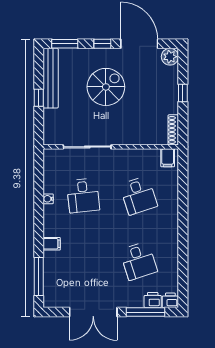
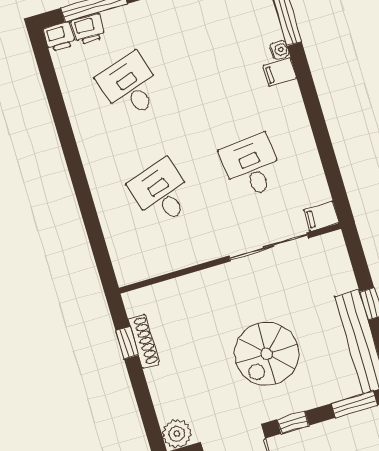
window: (183, 93) -> (127, 343), moved
shoe rack: (173, 130) -> (144, 341), moved
filing cabinet: (168, 158) -> (321, 216), moved, turned -90
water cooler: (48, 199) -> (279, 50), moved

